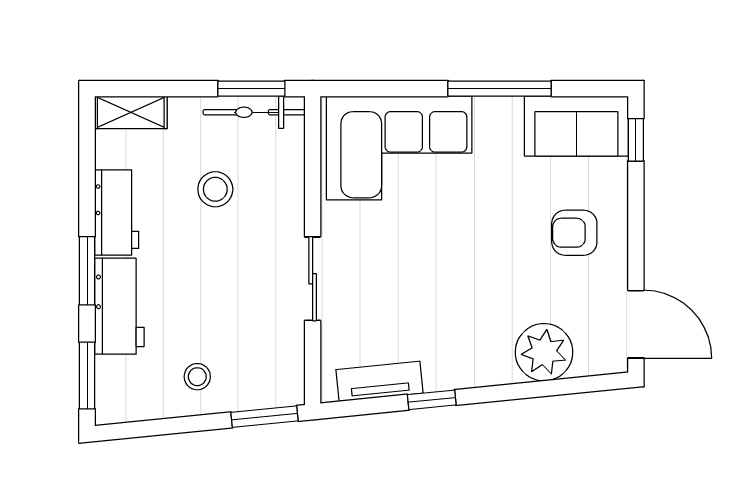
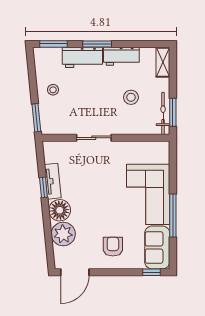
corner sofa: (399, 148) -> (148, 194), moved
floor lamp: (487, 361) -> (60, 210), added
tv unit: (379, 381) -> (53, 181), moved

